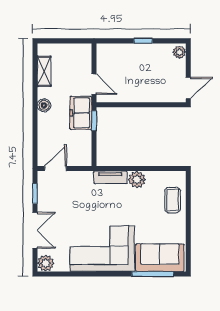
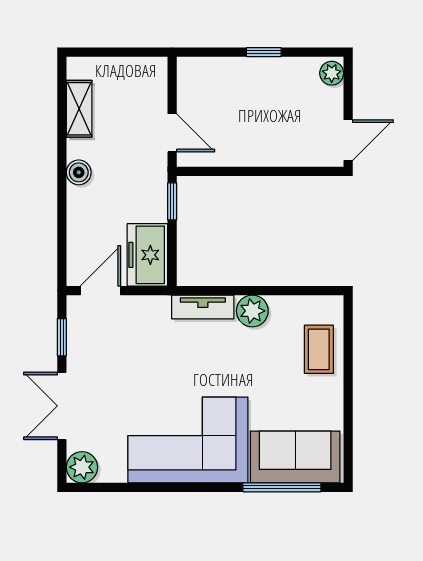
freezer: (81, 113) -> (147, 255), moved
double door: (35, 230) -> (62, 406), swing flipped

